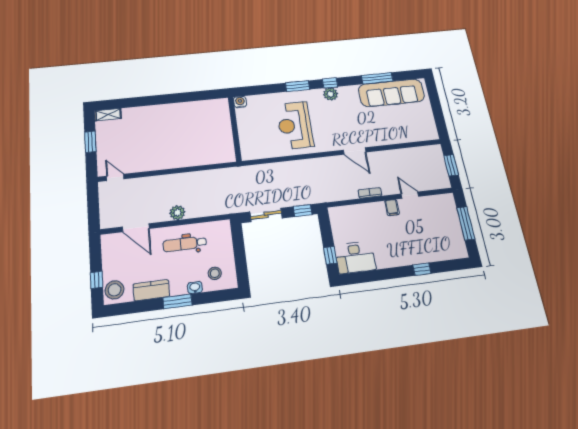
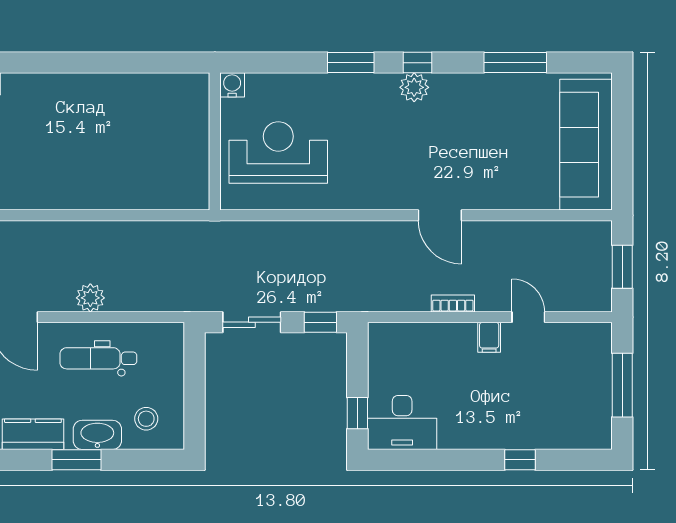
sofa: (391, 93) -> (586, 145), moved, turned 90
reception desk: (295, 125) -> (278, 152), moved, turned 90
washbasin: (195, 288) -> (97, 435), width x1.91, depth x1.45

